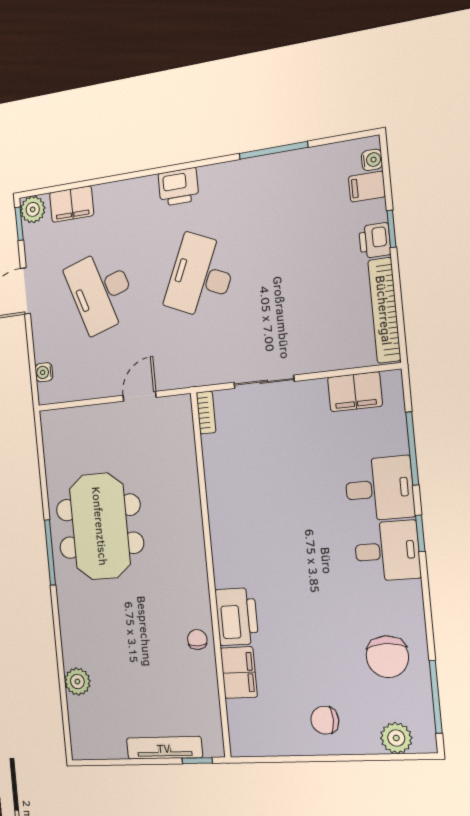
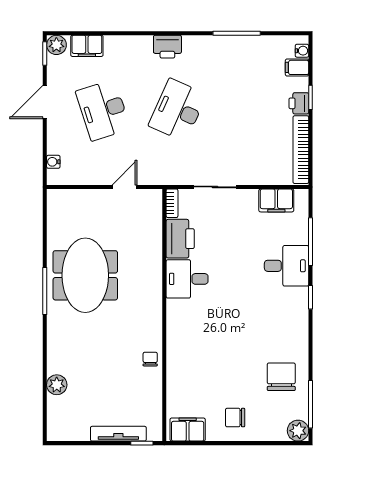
desk: (387, 551) -> (187, 279), moved, turned 180
printer: (237, 617) -> (180, 239), moved
chair: (387, 657) -> (281, 377), turned 180
filing cabinet: (239, 673) -> (188, 430), moved, turned -90
plant: (396, 738) -> (298, 431), moved

